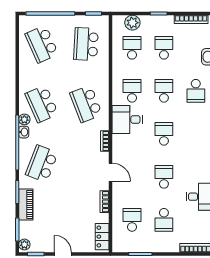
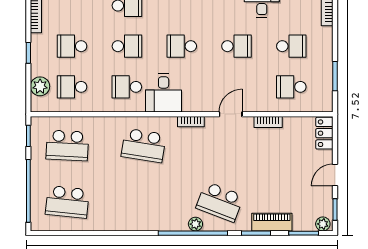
school desk: (42, 44) -> (67, 202), turned 30
school desk: (164, 91) -> (127, 46), turned 180
school desk: (42, 104) -> (144, 202), removed
school desk: (86, 104) -> (144, 145), turned 30
plant: (24, 119) -> (195, 224), moved
washbasin: (24, 132) -> (179, 225), removed
school desk: (164, 177) -> (237, 46), turned 180
locker: (102, 237) -> (324, 133), moved, turned 90

